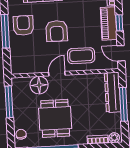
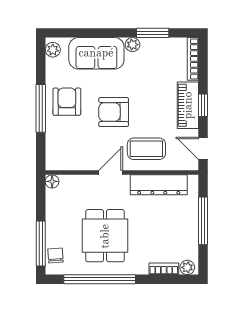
armchair: (57, 31) -> (114, 112), turned 90
floor lamp: (39, 85) -> (52, 181), moved, width x0.53, depth x0.53
dresser: (113, 92) -> (159, 185), moved, turned -90
window: (9, 102) -> (41, 243), moved

